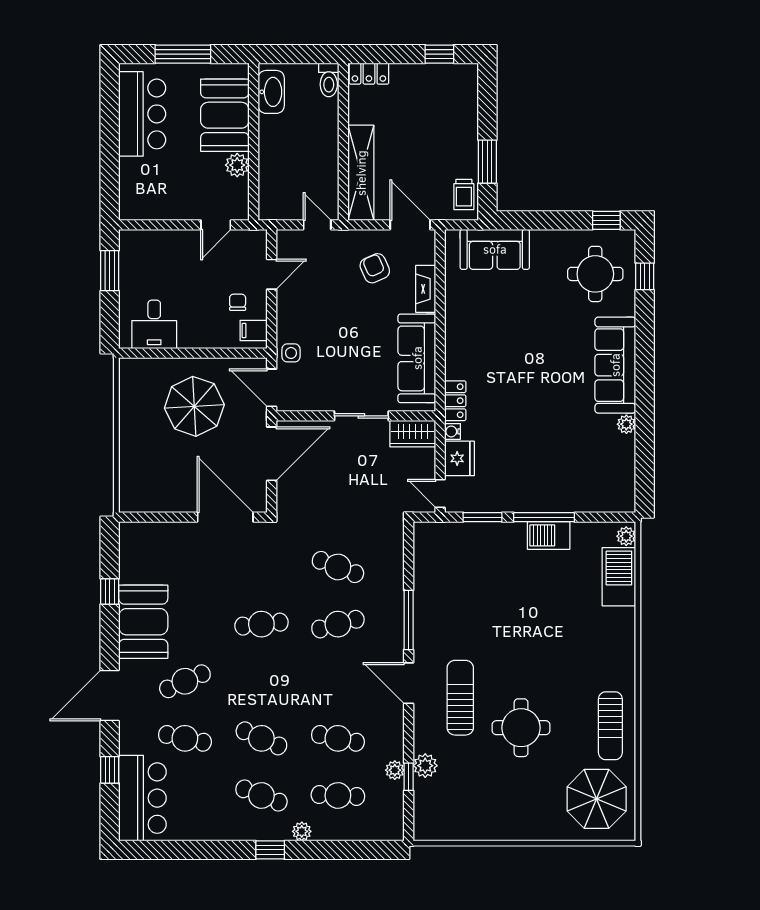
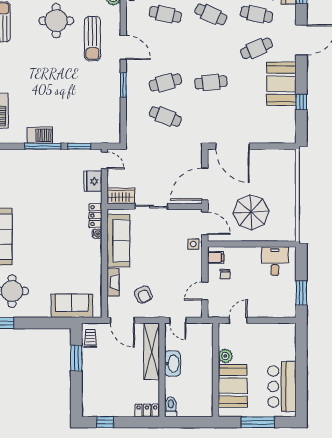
washbasin: (271, 92) -> (173, 364), moved, turned 180
water cooler: (453, 431) -> (97, 234), moved
window: (409, 620) -> (123, 85), width x0.69

